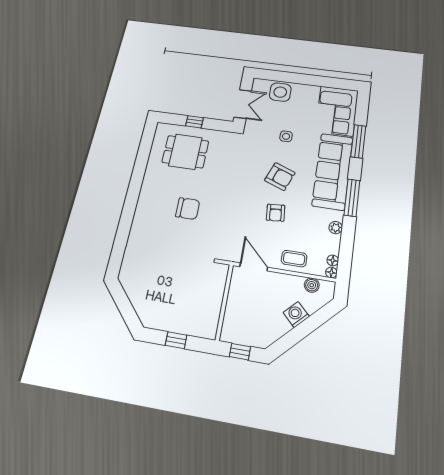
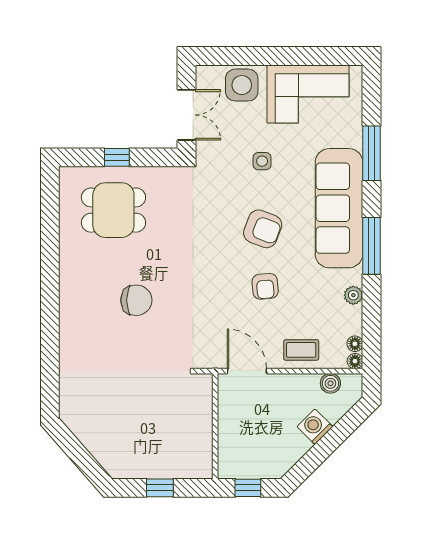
corner sofa: (337, 111) -> (308, 94), moved, turned -90

